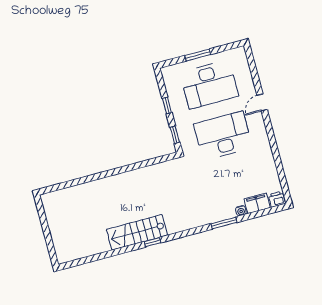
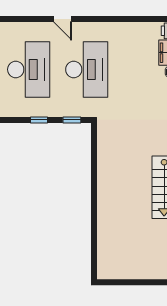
desk: (223, 136) -> (87, 69), turned 180

